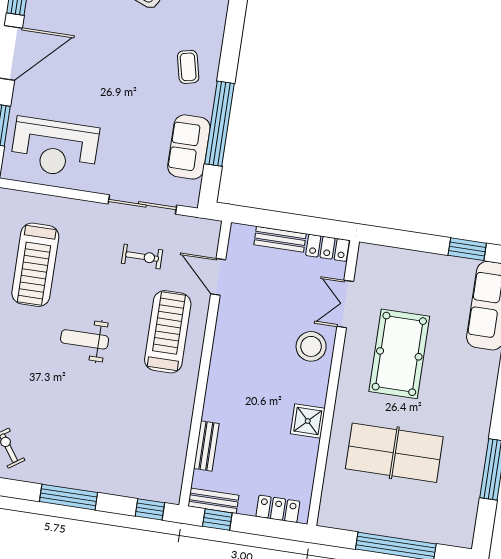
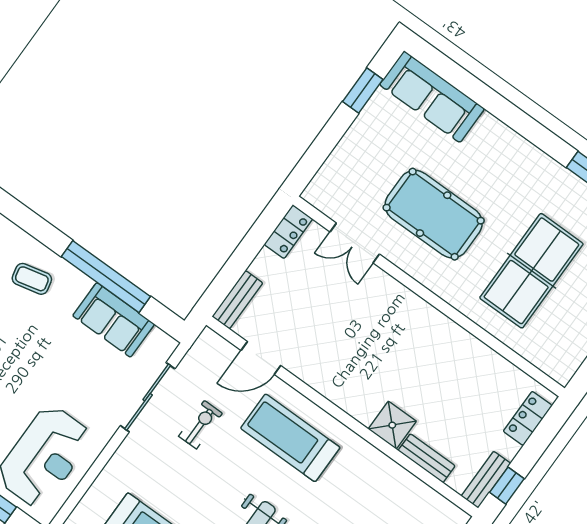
bench: (280, 239) -> (237, 300), moved
stool: (311, 346) -> (380, 300), removed
shower: (308, 421) -> (392, 425), moved

